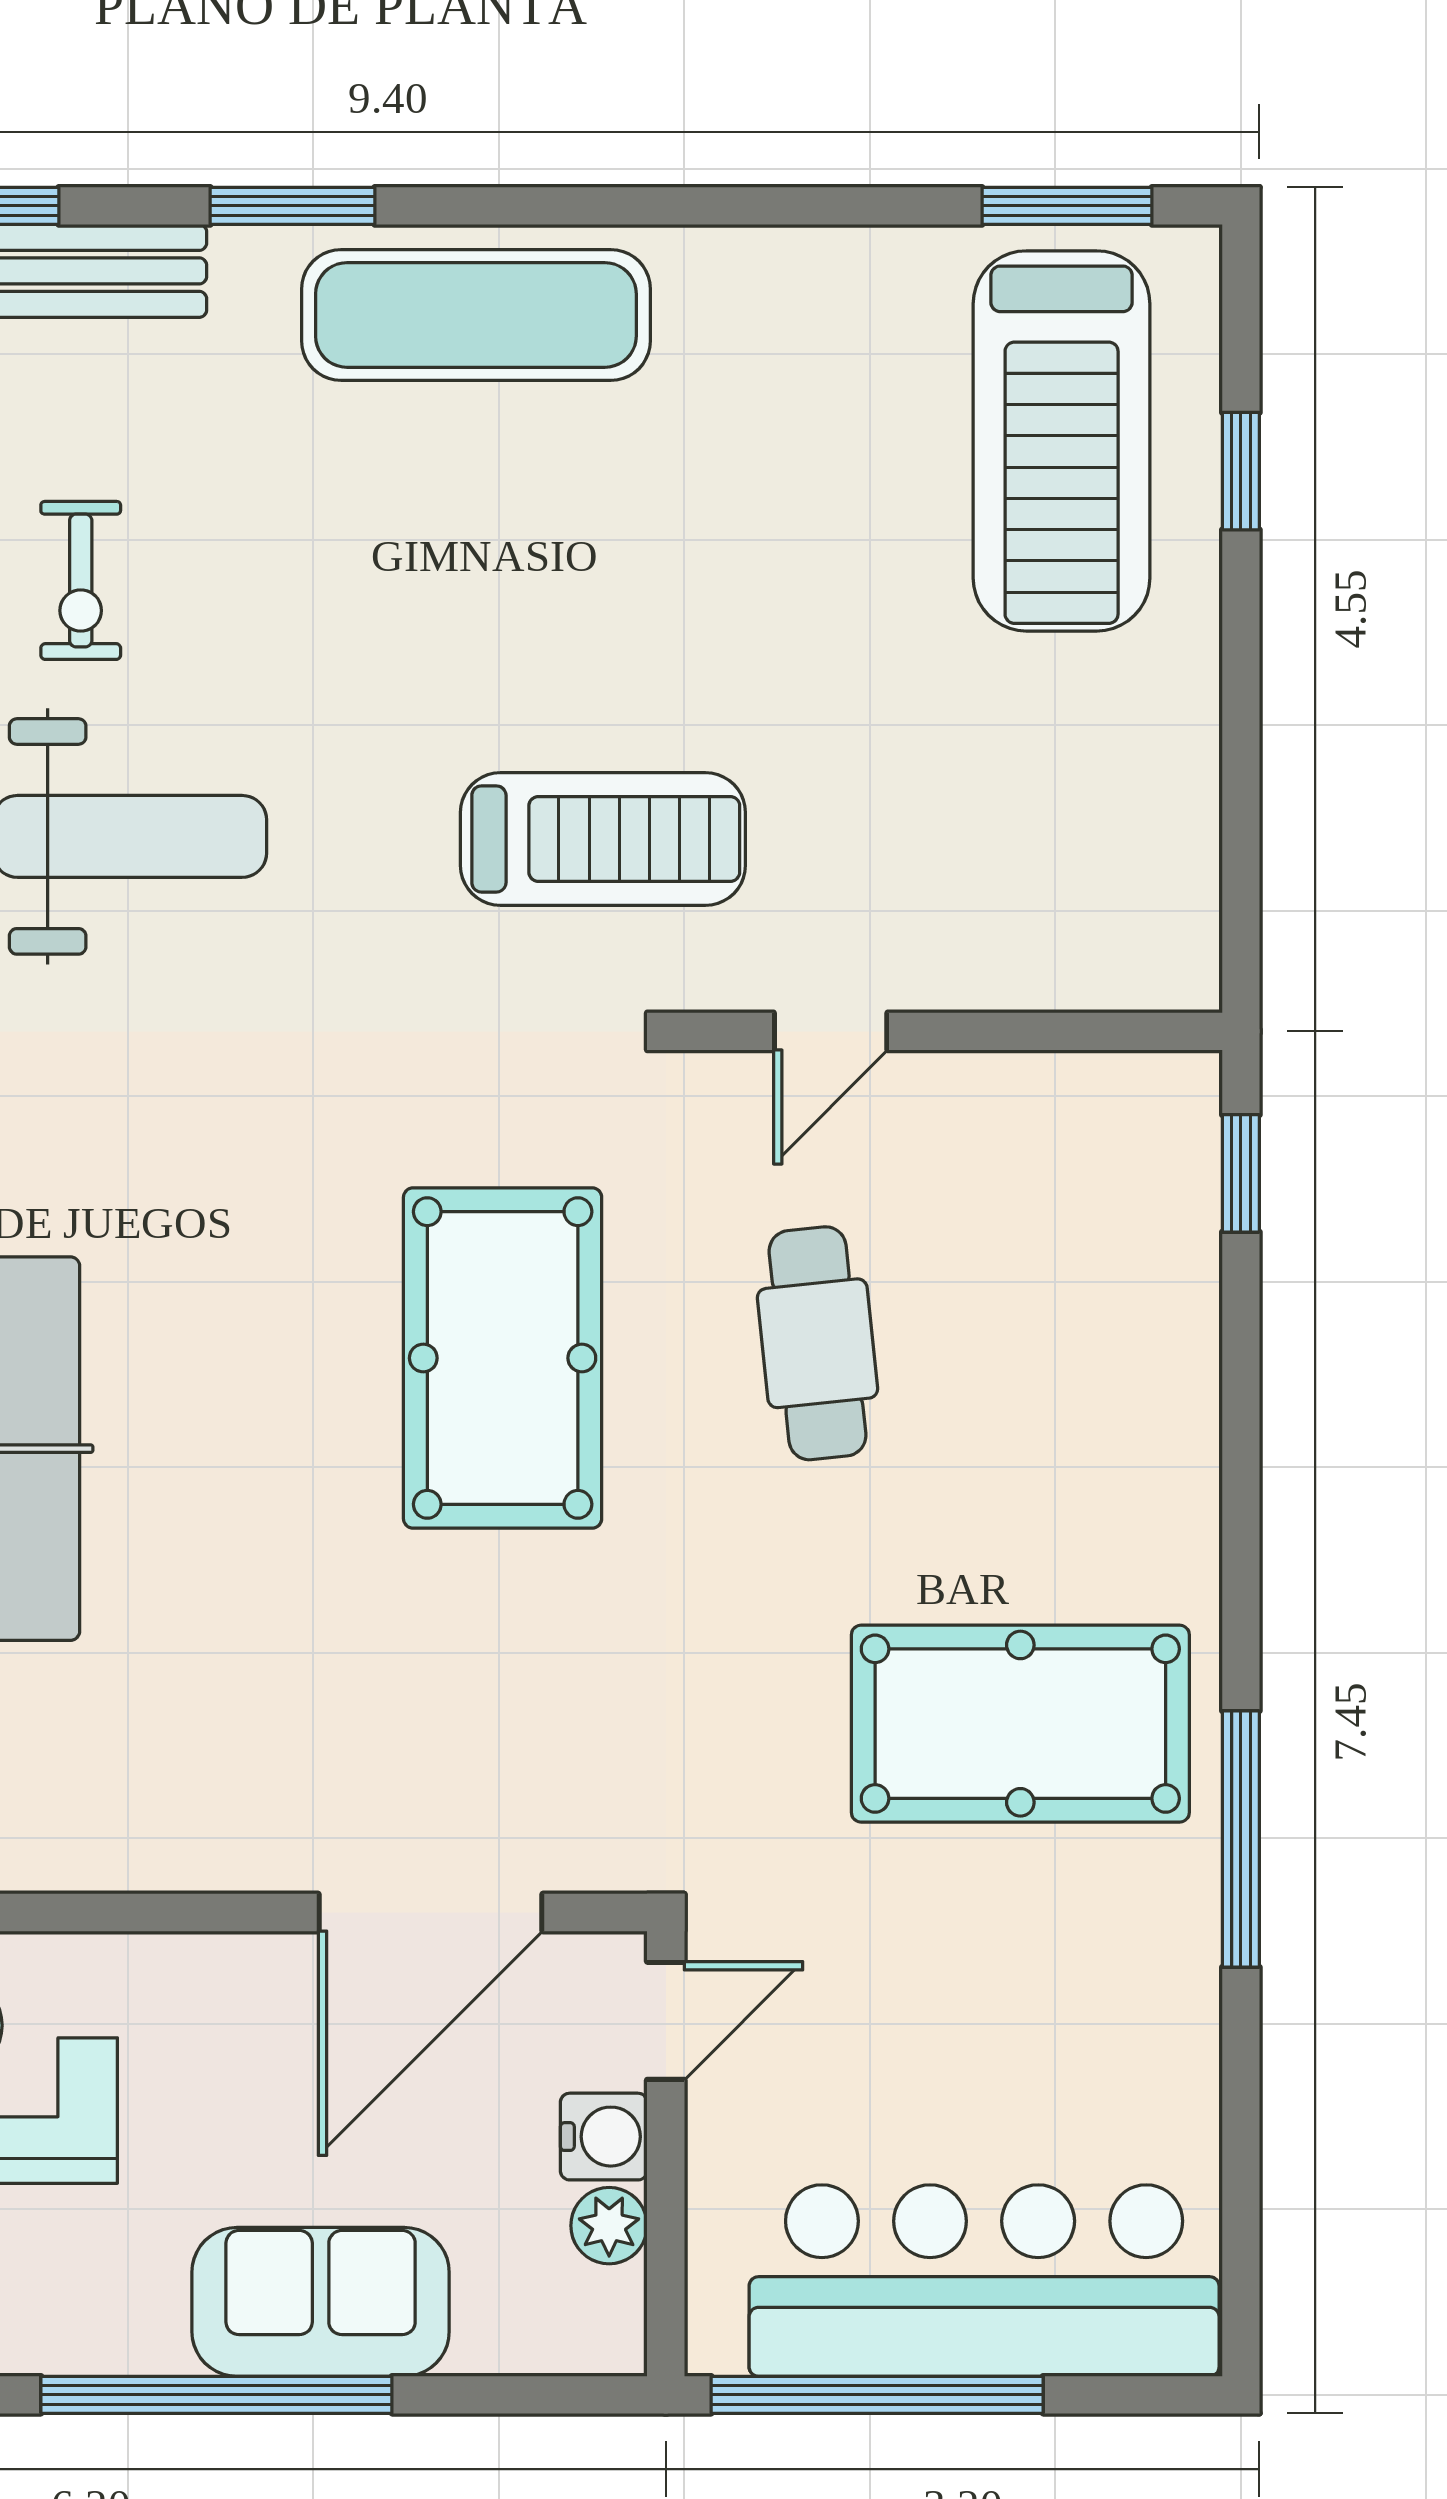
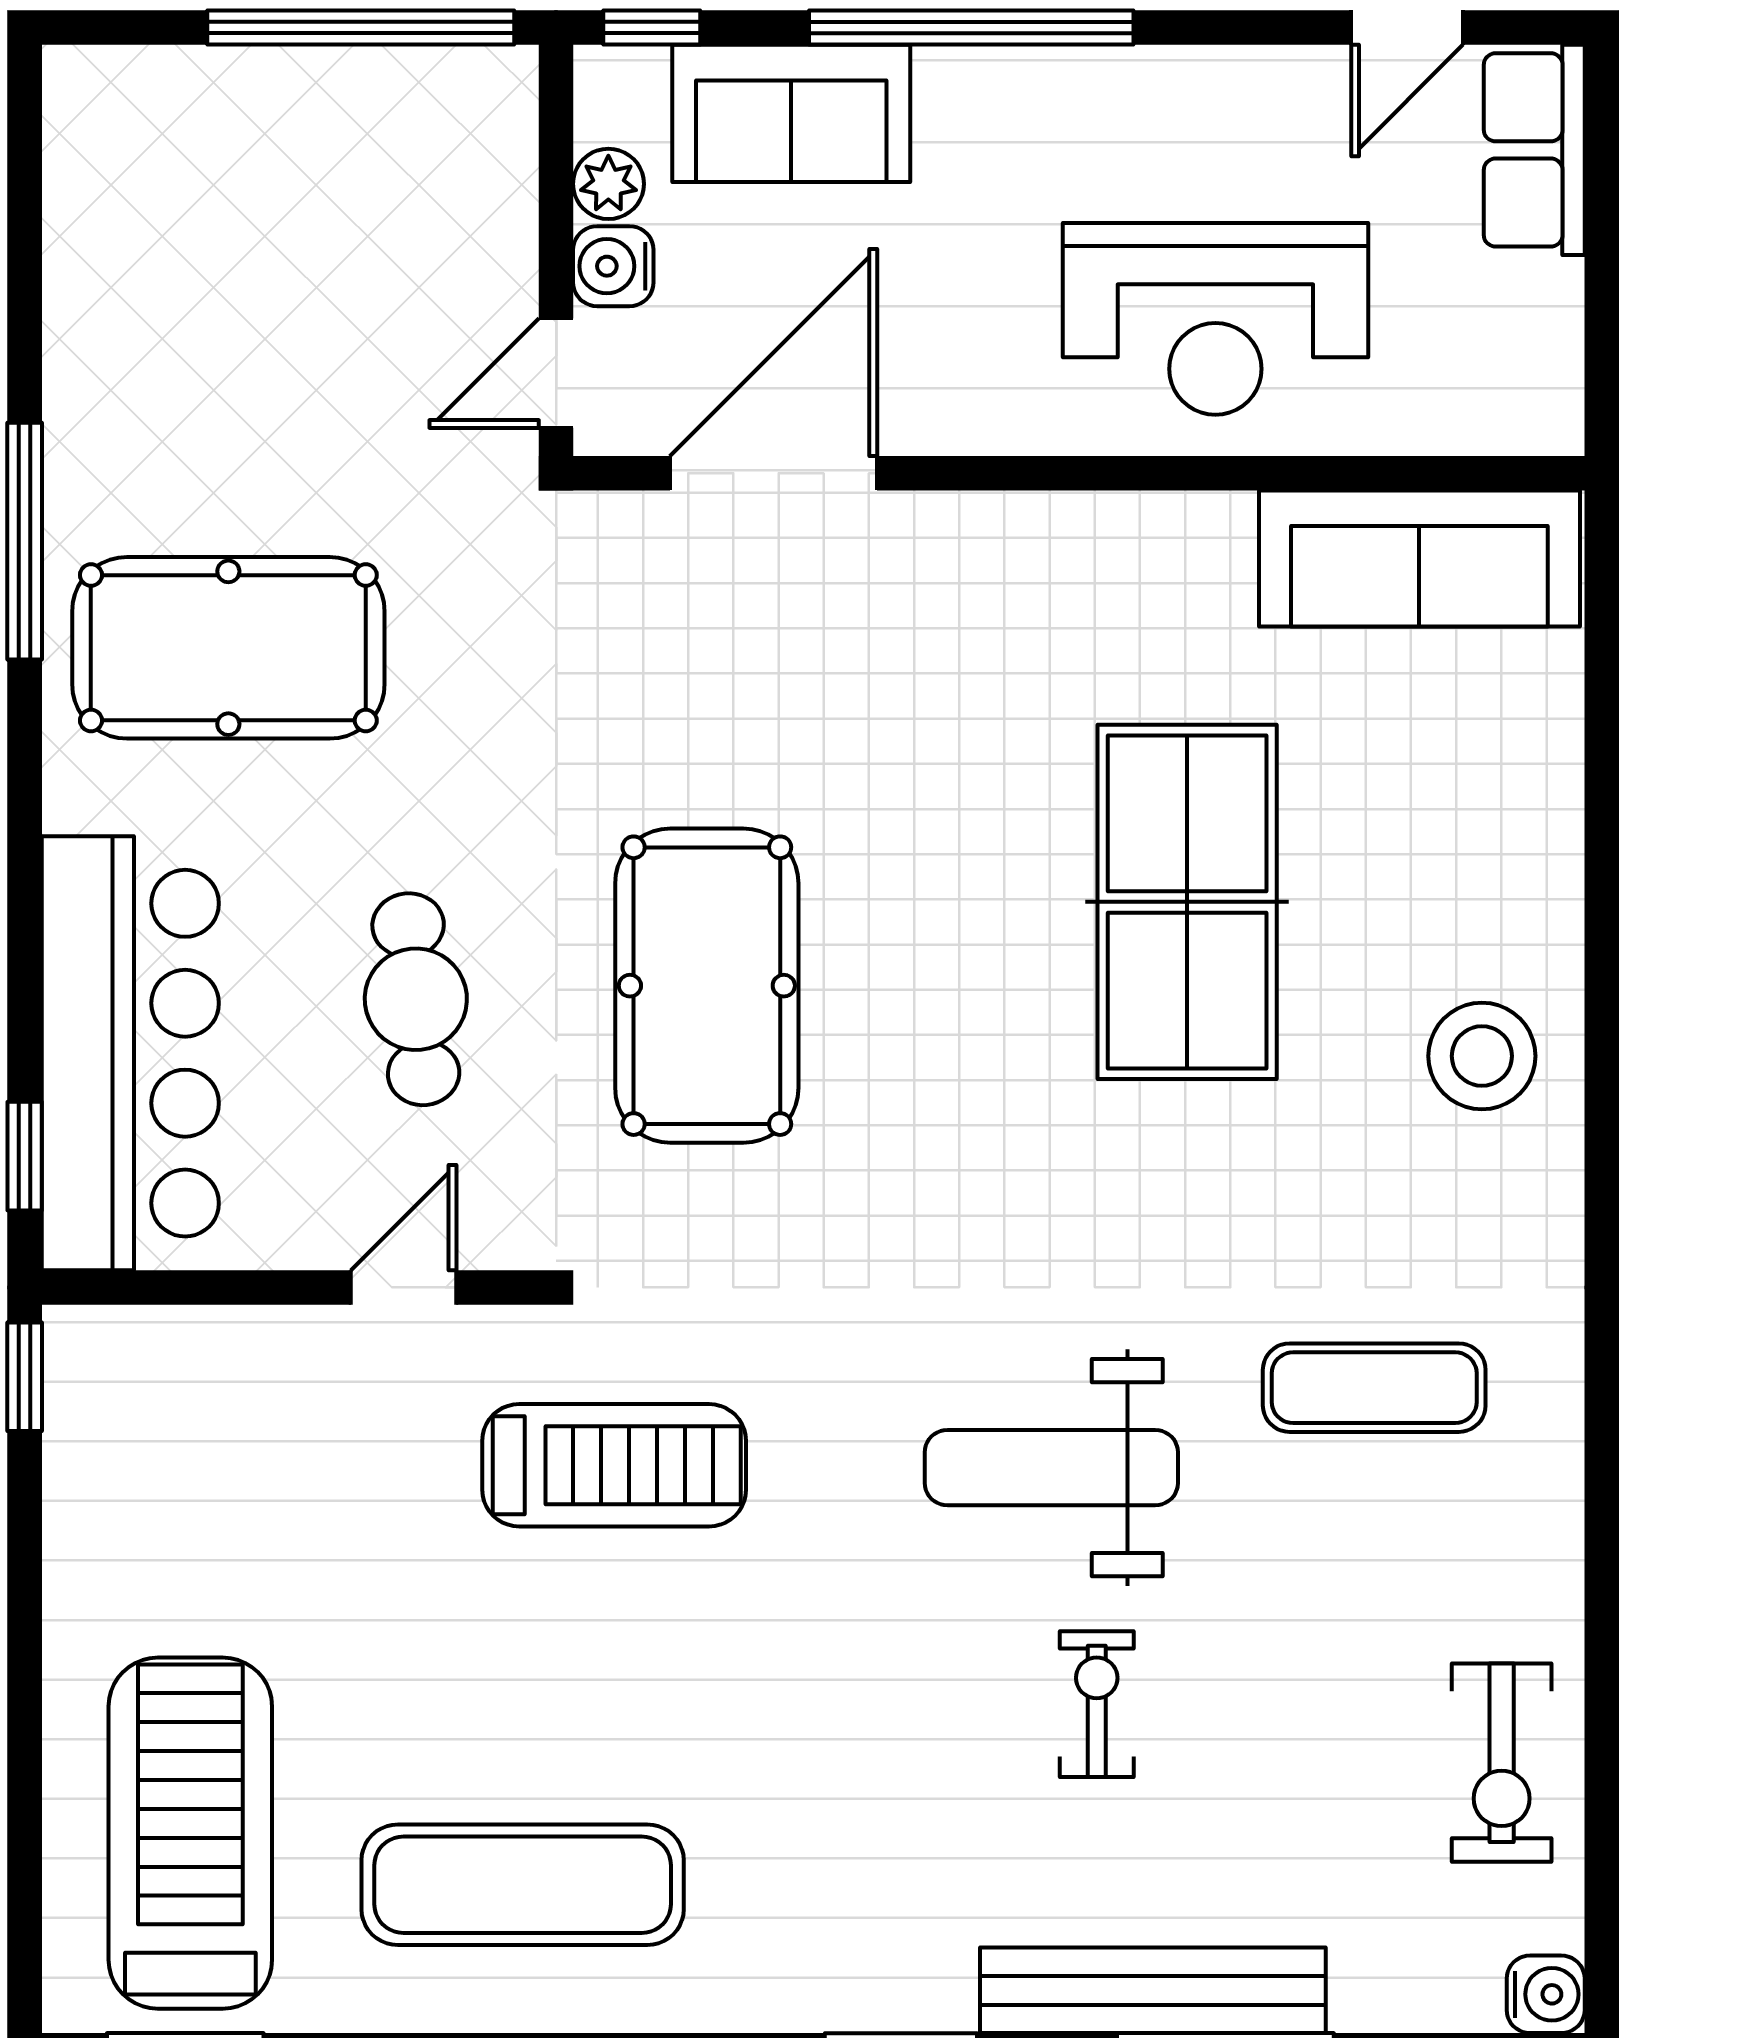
exercise mat: (476, 315) -> (523, 1885), moved
window: (1241, 471) -> (25, 1377), moved
treadmill: (603, 839) -> (614, 1465), turned 180
bar counter: (984, 2281) -> (130, 1053), moved, turned -90
sofa: (321, 2302) -> (791, 113), moved
window: (562, 2395) -> (652, 28), added

